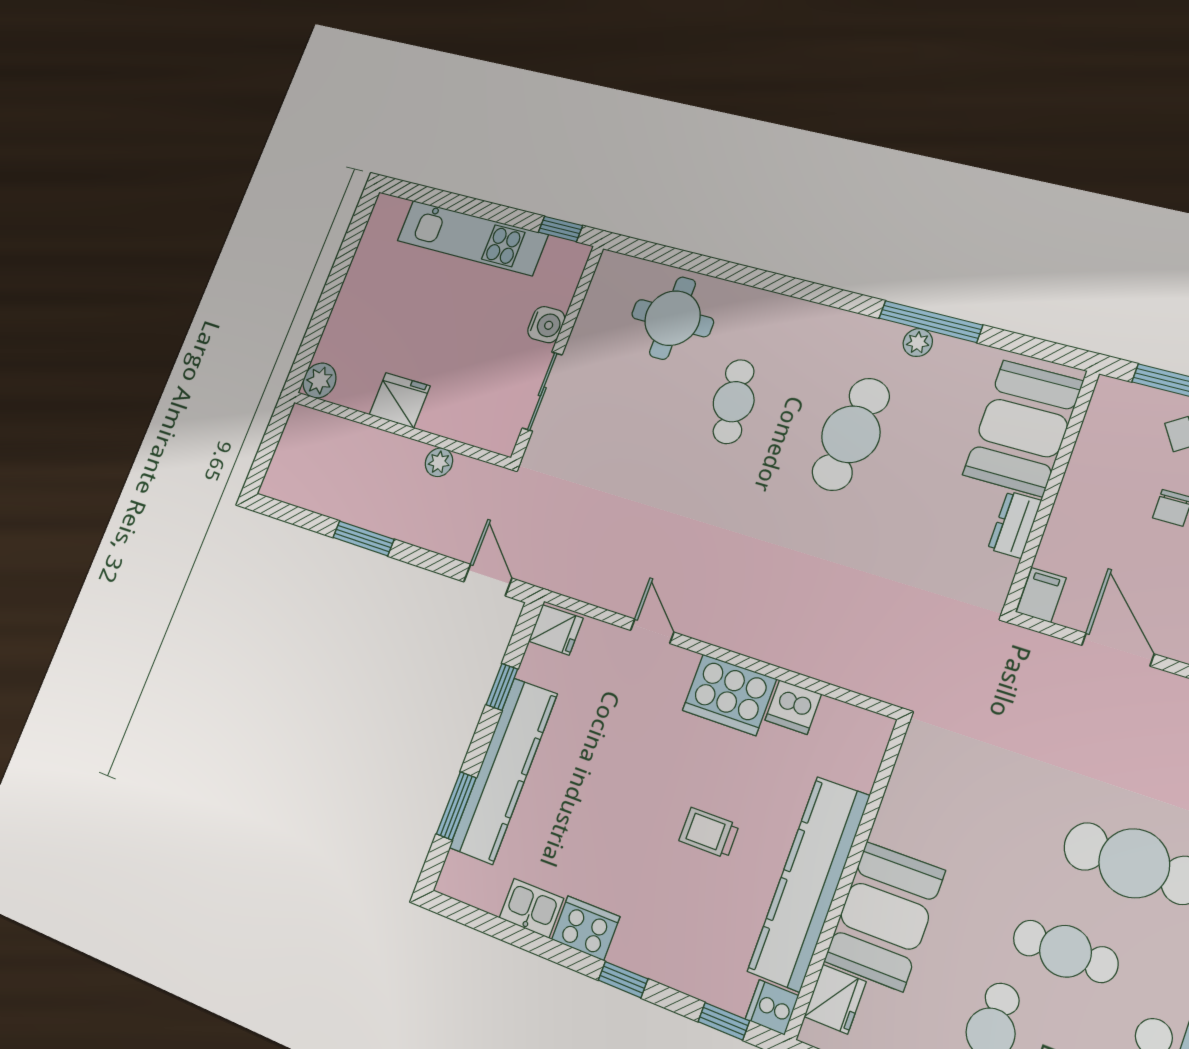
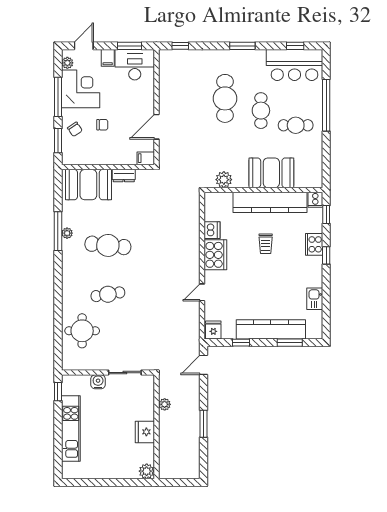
plant: (912, 782) -> (224, 180), added
cooker: (586, 928) -> (314, 244), moved
fridge: (835, 999) -> (304, 179), removed

